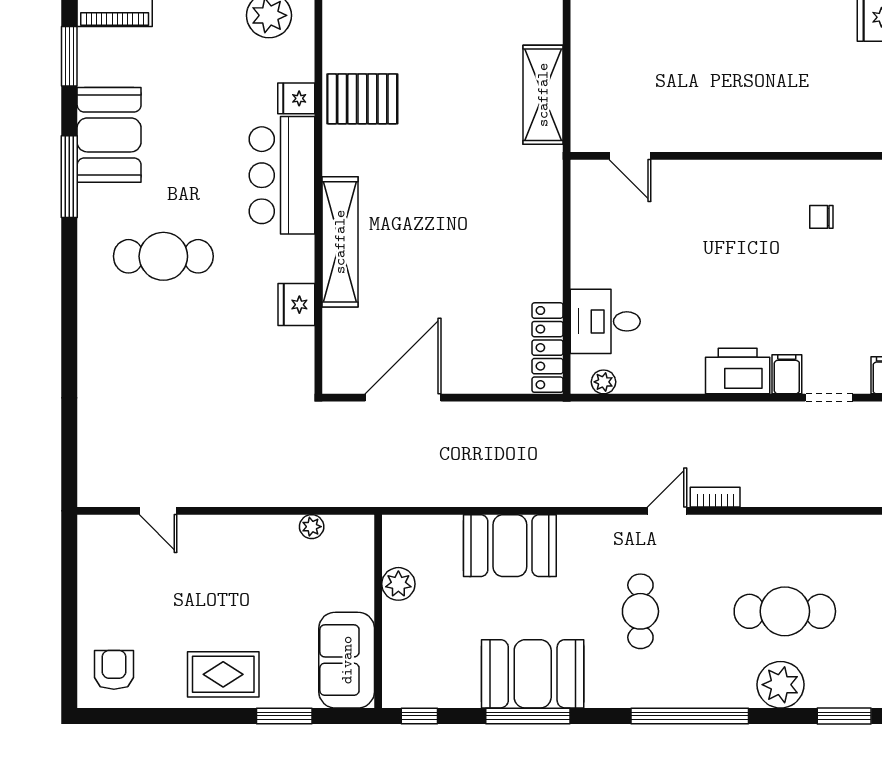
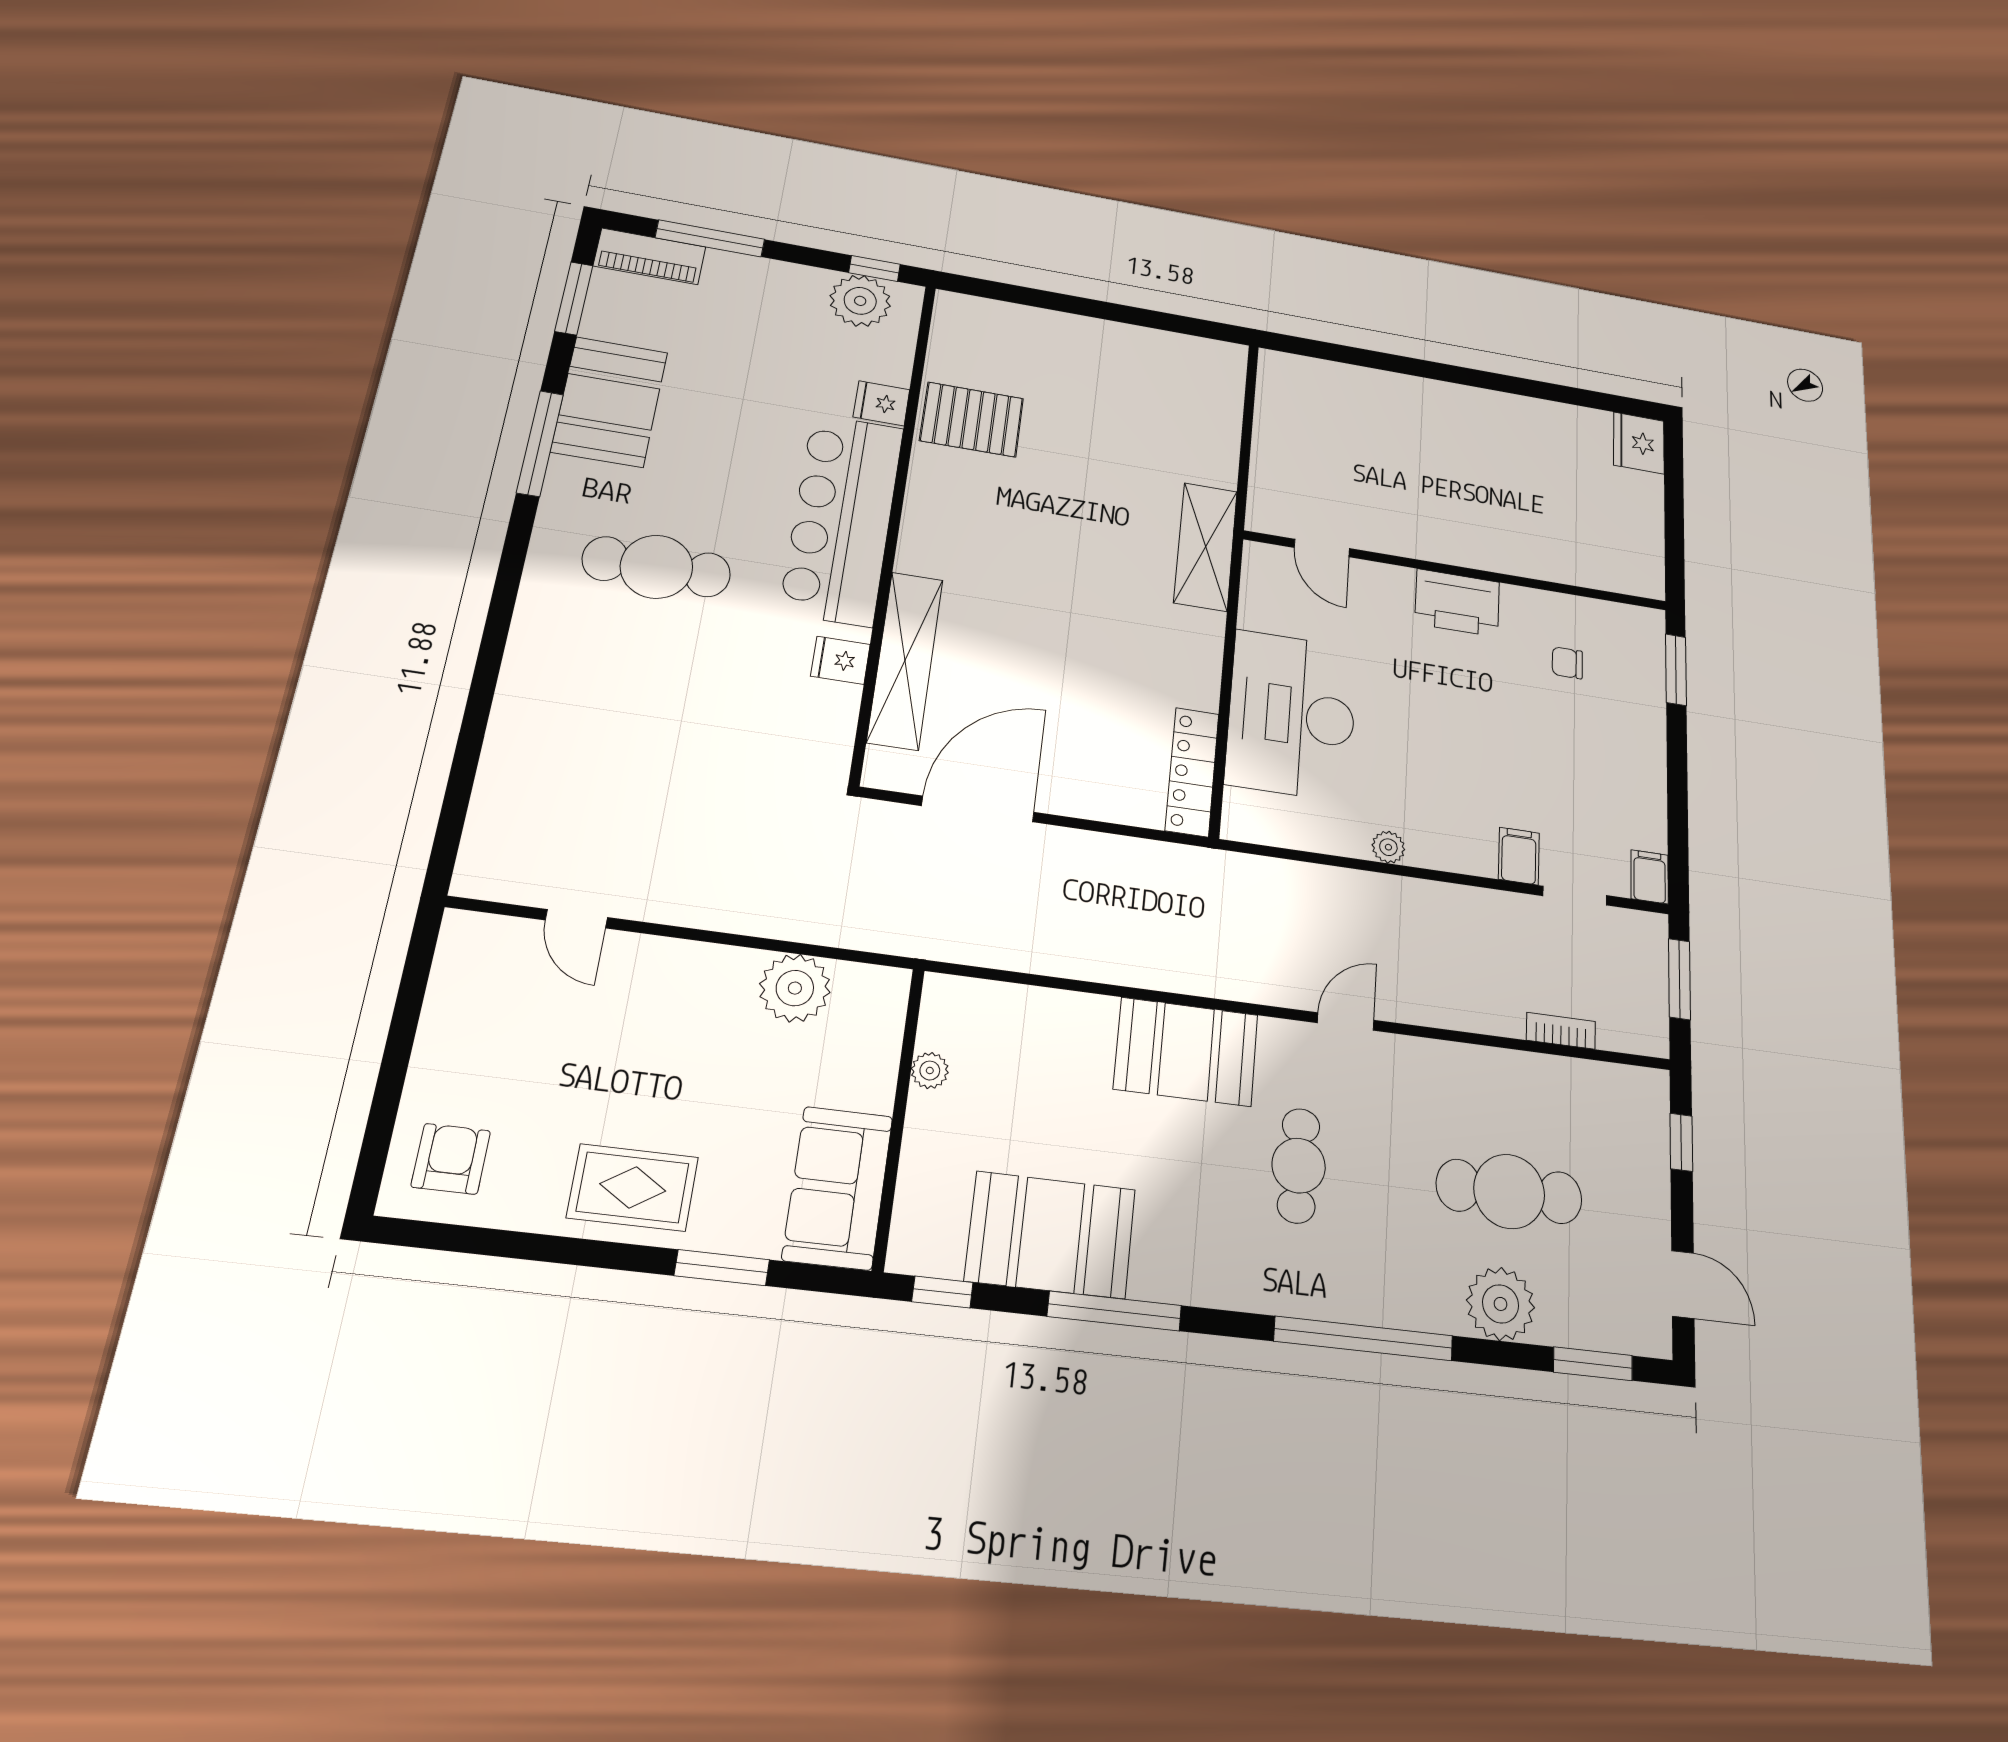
shelving: (543, 95) -> (1206, 547), moved
bar counter: (282, 175) -> (842, 519), width x1.36
shelving: (340, 242) -> (905, 660), moved
fridge: (296, 305) -> (840, 660), width x0.72
desk: (605, 321) -> (1292, 715), width x1.87, depth x1.30
printer: (738, 371) -> (1457, 603), moved, turned 180
plant: (603, 382) -> (1388, 847), moved
bookcase: (715, 497) -> (1561, 1031), moved
plant: (312, 527) -> (795, 988), width x1.88, depth x1.88
booth: (510, 546) -> (1186, 1052), moved
plant: (398, 584) -> (930, 1070), width x0.73, depth x0.73
booth: (533, 674) -> (1051, 1235), moved

